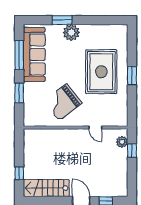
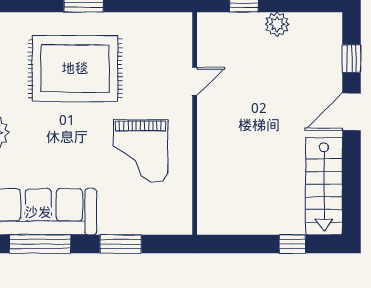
grand piano: (63, 102) -> (141, 151), turned 38
plant: (122, 142) -> (277, 24), moved

